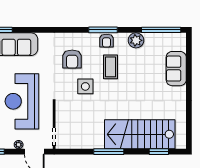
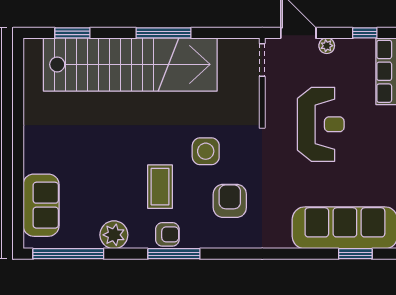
armchair: (106, 41) -> (167, 234), turned 90
sofa: (176, 69) -> (41, 205), moved
reception desk: (22, 101) -> (321, 124), width x0.74, depth x0.77
stairs: (140, 134) -> (130, 64), width x1.36

